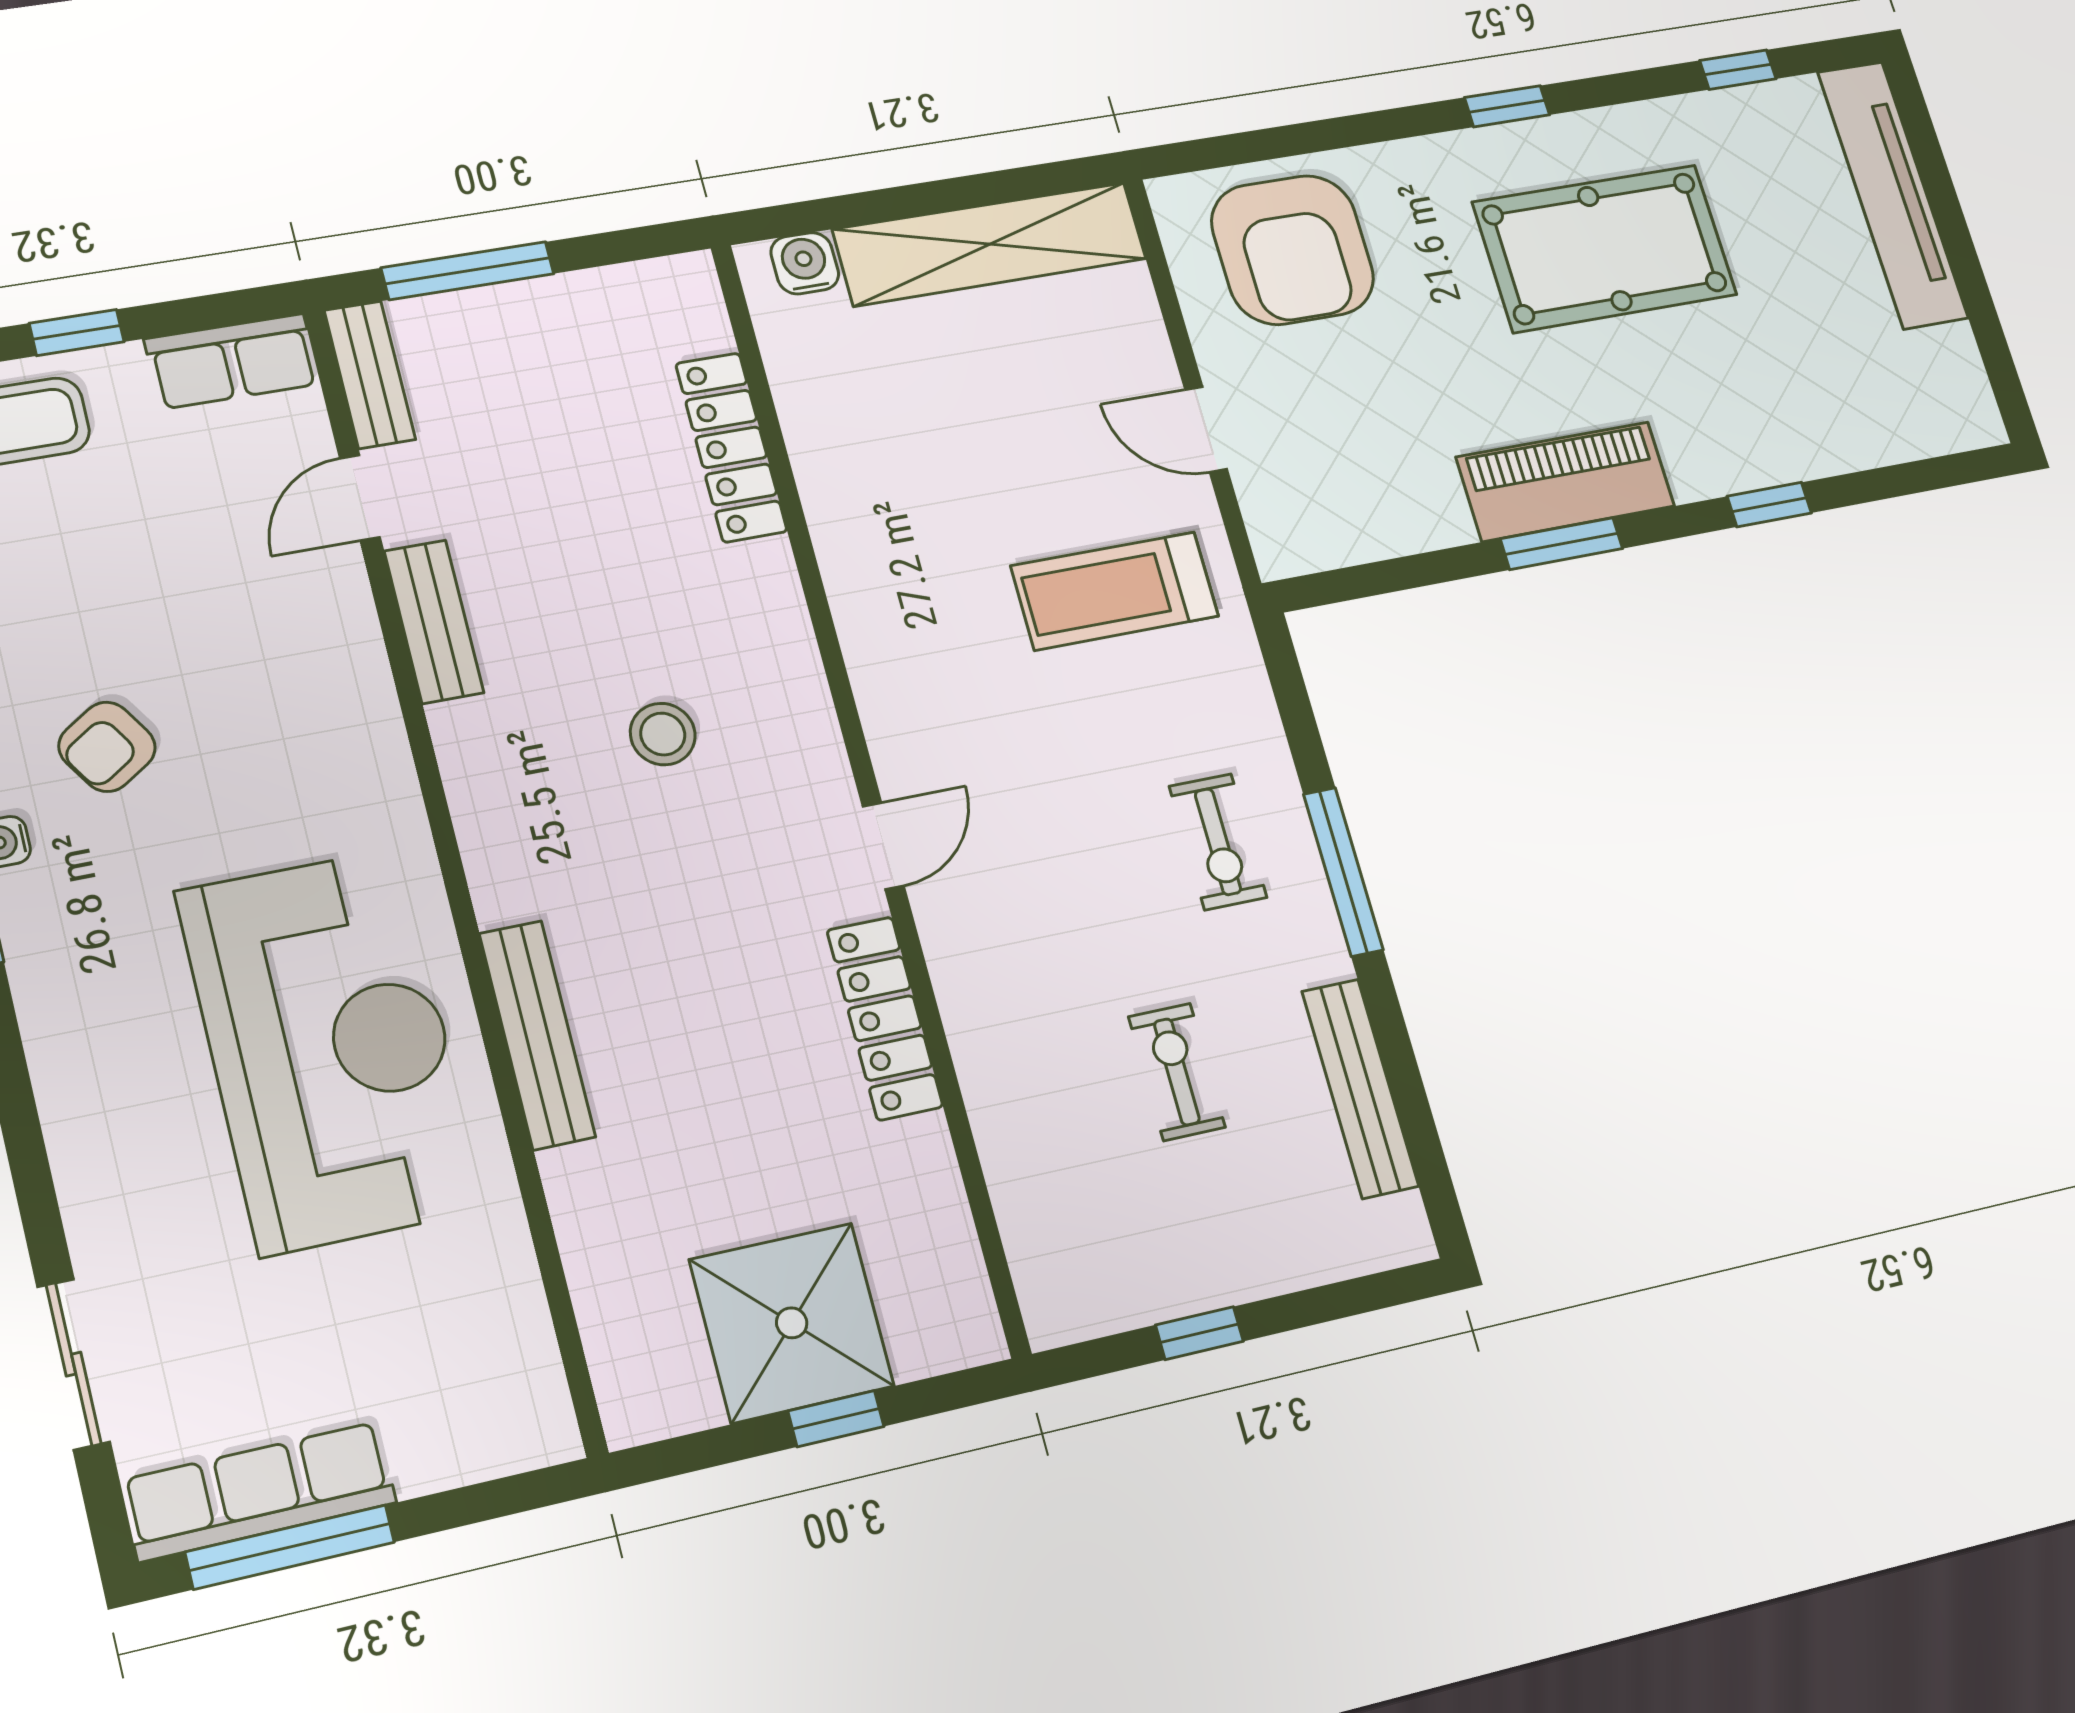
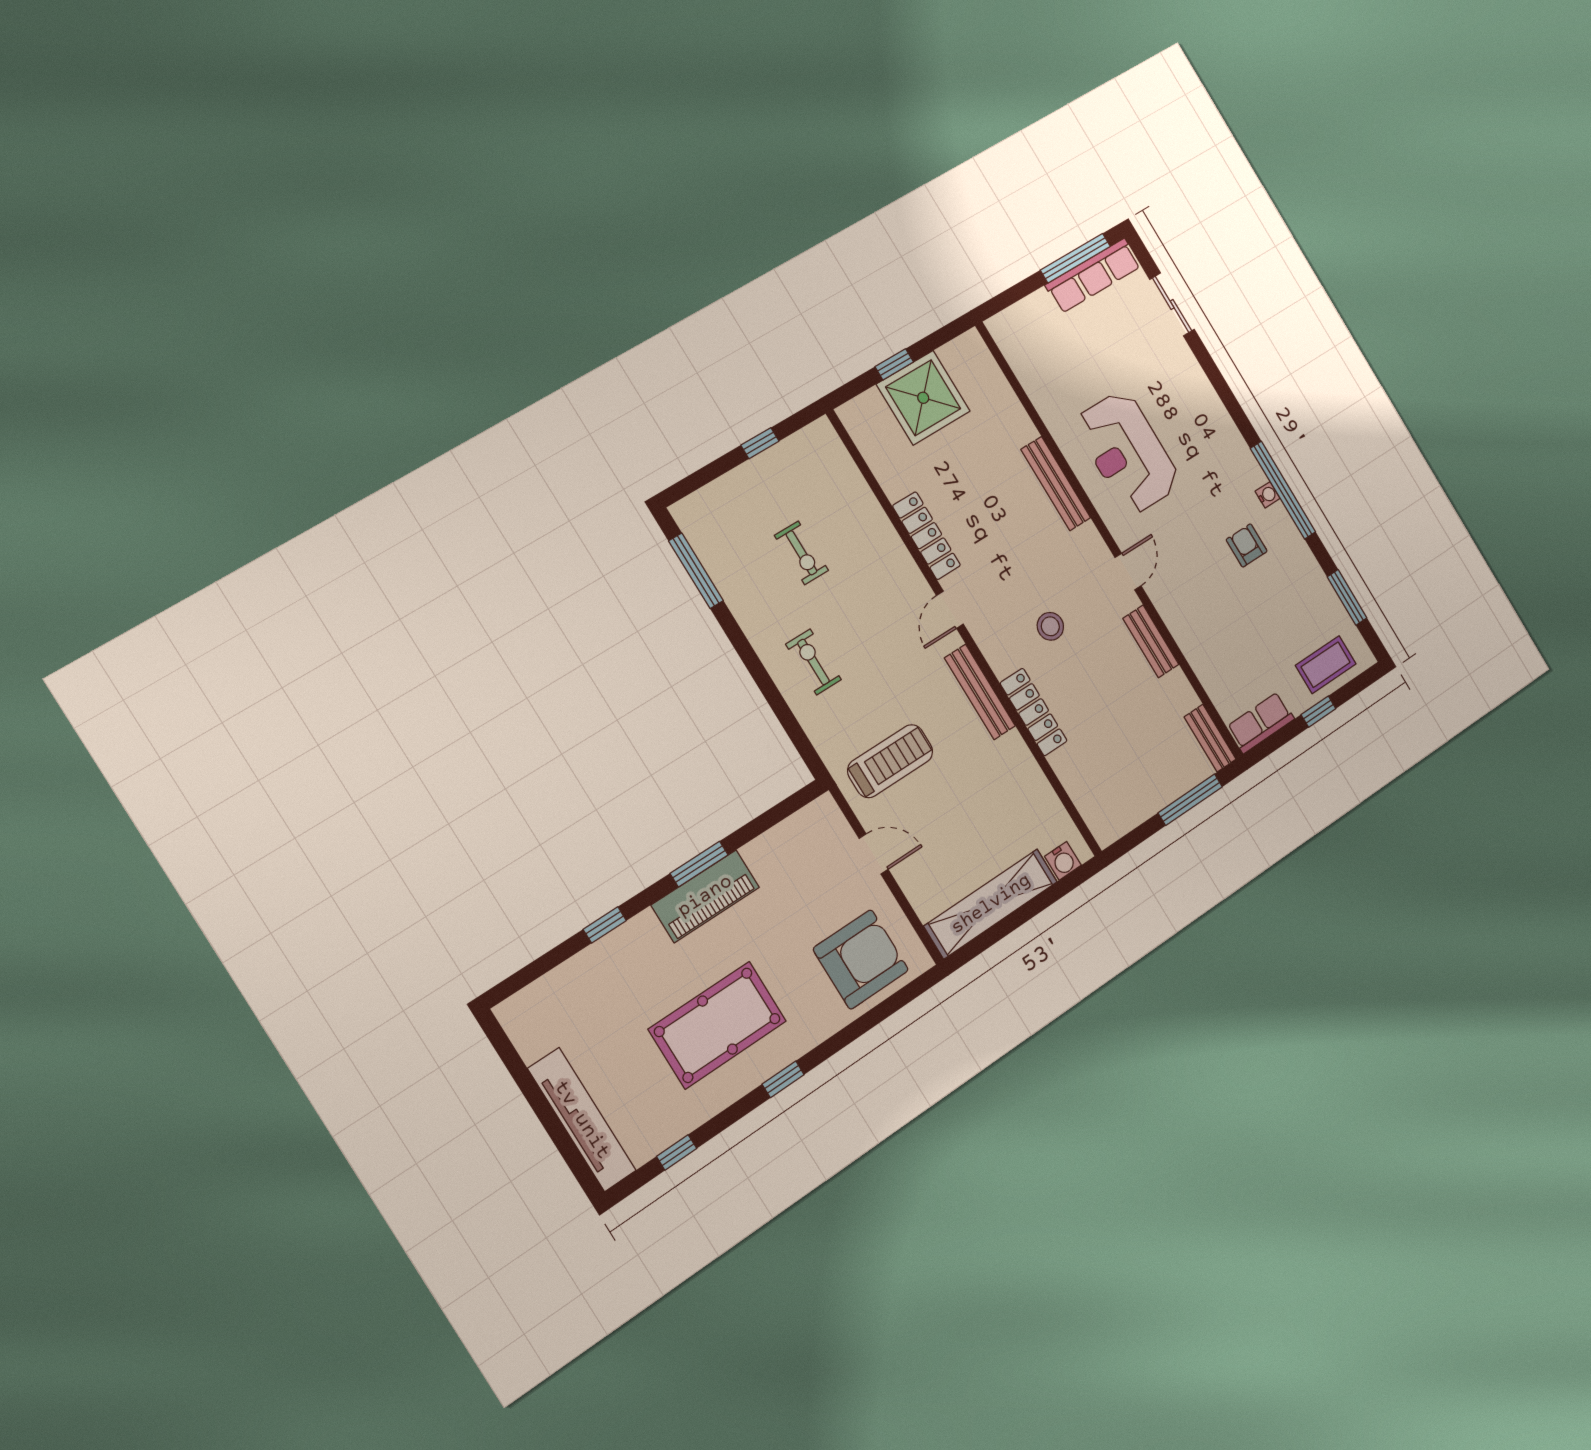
armchair: (1293, 250) -> (861, 959), turned 90
locker: (731, 447) -> (1034, 712), moved
door: (360, 498) -> (1128, 572), moved
armchair: (107, 747) -> (1247, 545), turned -57
window: (1343, 872) -> (696, 571), moved
reception desk: (330, 1050) -> (1127, 452), width x0.74, depth x0.77
bench: (1360, 1089) -> (980, 692), moved

